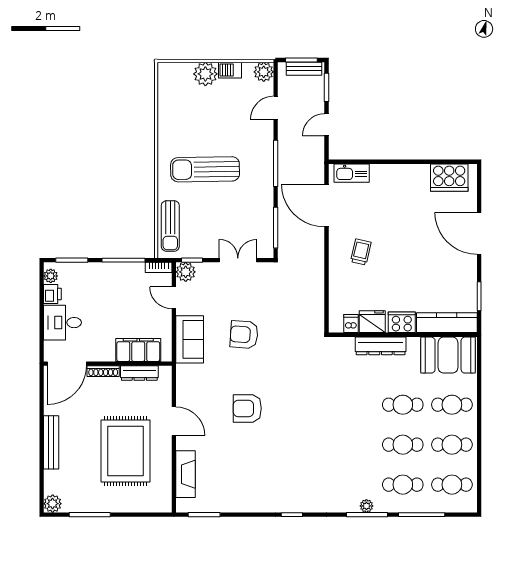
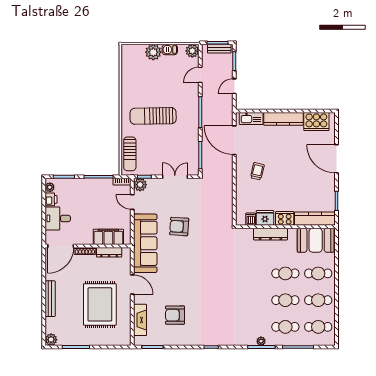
kitchen counter: (400, 174) -> (283, 119), added
sofa: (190, 339) -> (145, 243), width x1.85, depth x1.27
armchair: (247, 408) -> (175, 315), moved

